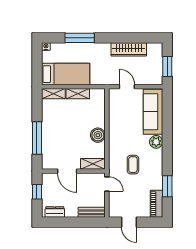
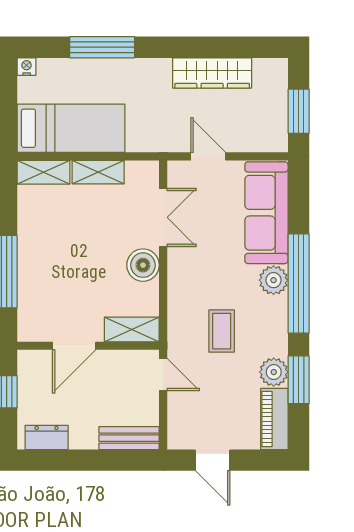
double door: (107, 114) -> (163, 217), added
window: (167, 143) -> (299, 284), added
door: (67, 171) -> (74, 346), hinge flipped
plant: (156, 183) -> (274, 372), added

